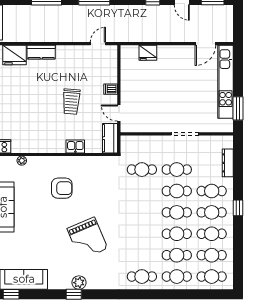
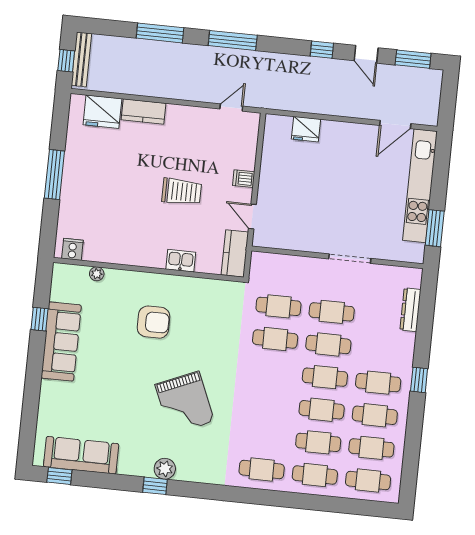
trolley: (71, 102) -> (182, 192), turned -94
cafe table: (212, 191) -> (275, 339), moved

